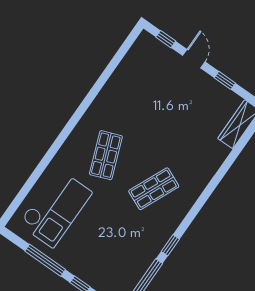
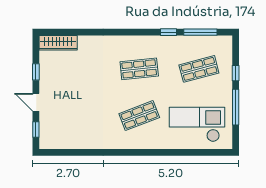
door: (194, 59) -> (36, 102), hinge flipped
shop shelf: (154, 189) -> (139, 69), turned -30
shop shelf: (111, 250) -> (199, 69), added

